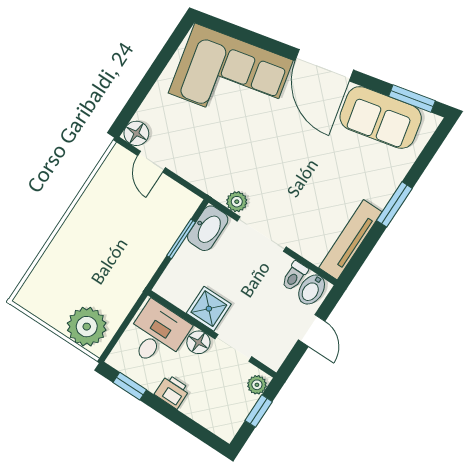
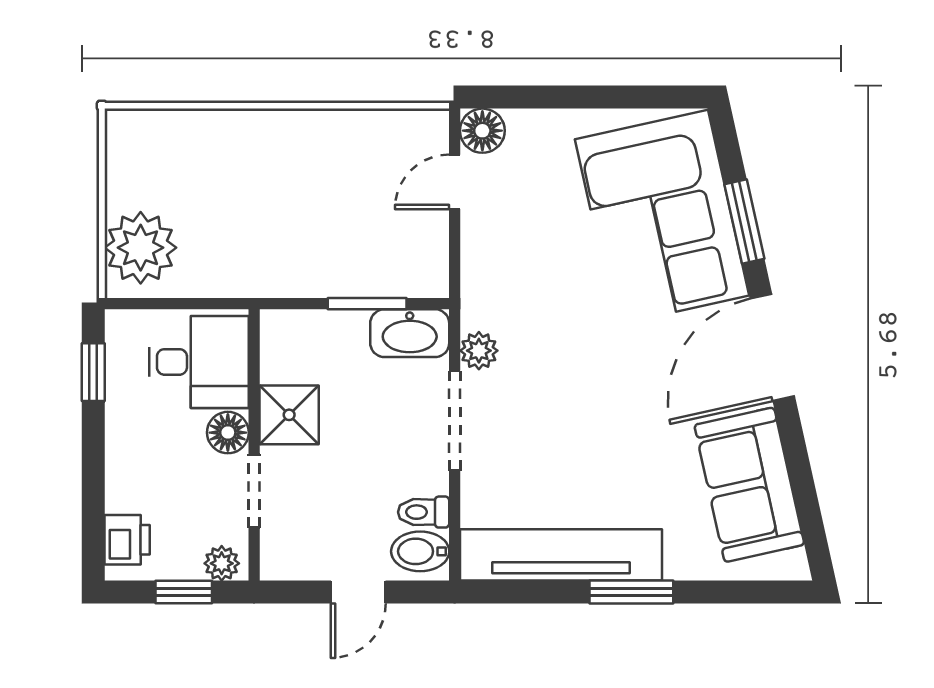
window: (412, 99) -> (744, 222), moved
tv unit: (350, 240) -> (561, 555), width x1.36, depth x1.29
printer: (172, 392) -> (127, 540), moved

